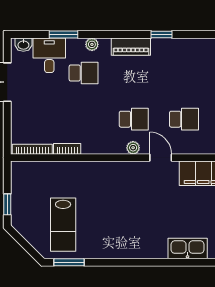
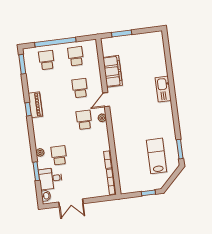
piano: (131, 47) -> (35, 105), moved
lab bench: (63, 225) -> (157, 156), turned -90
kitchen sink: (188, 248) -> (163, 89), moved

